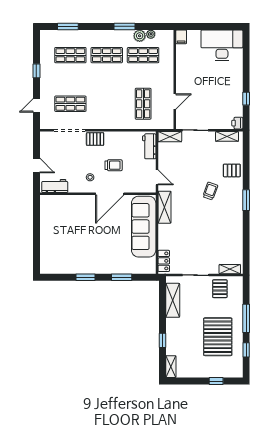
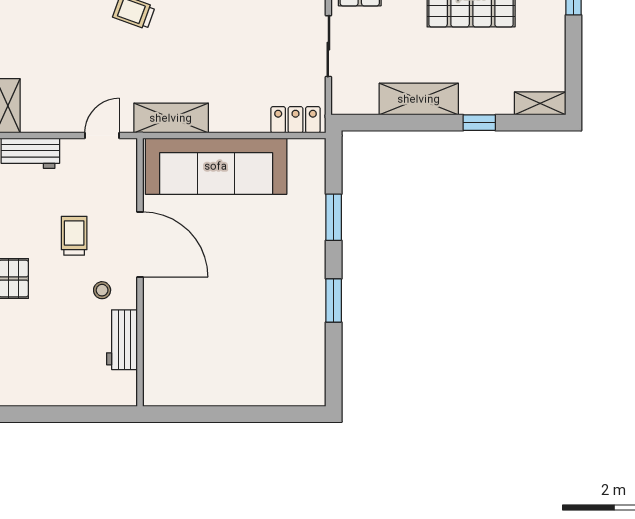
door: (36, 165) -> (75, 414), removed
workbench: (55, 186) -> (122, 340), moved
shelving: (173, 300) -> (419, 99), moved

